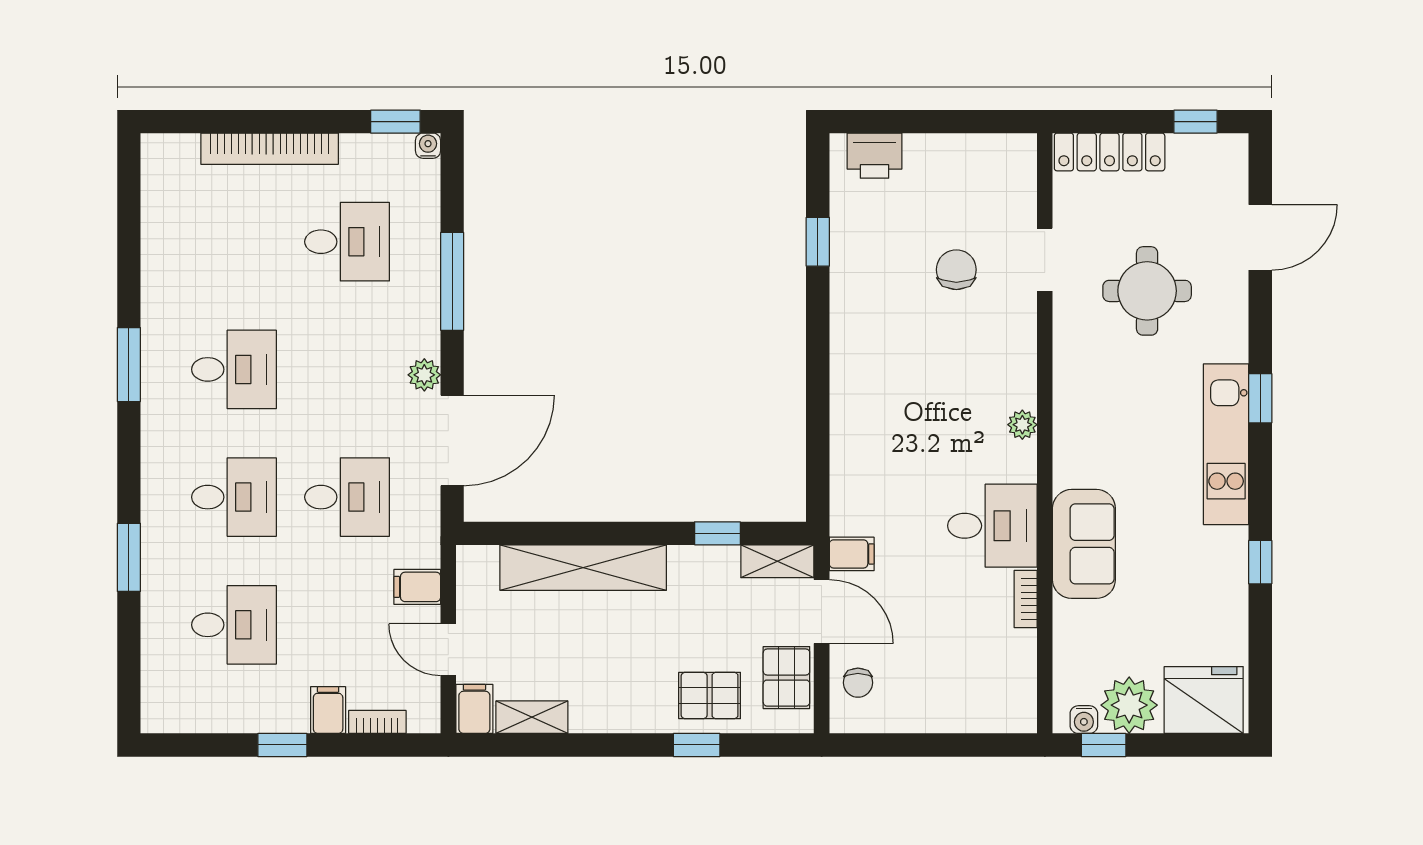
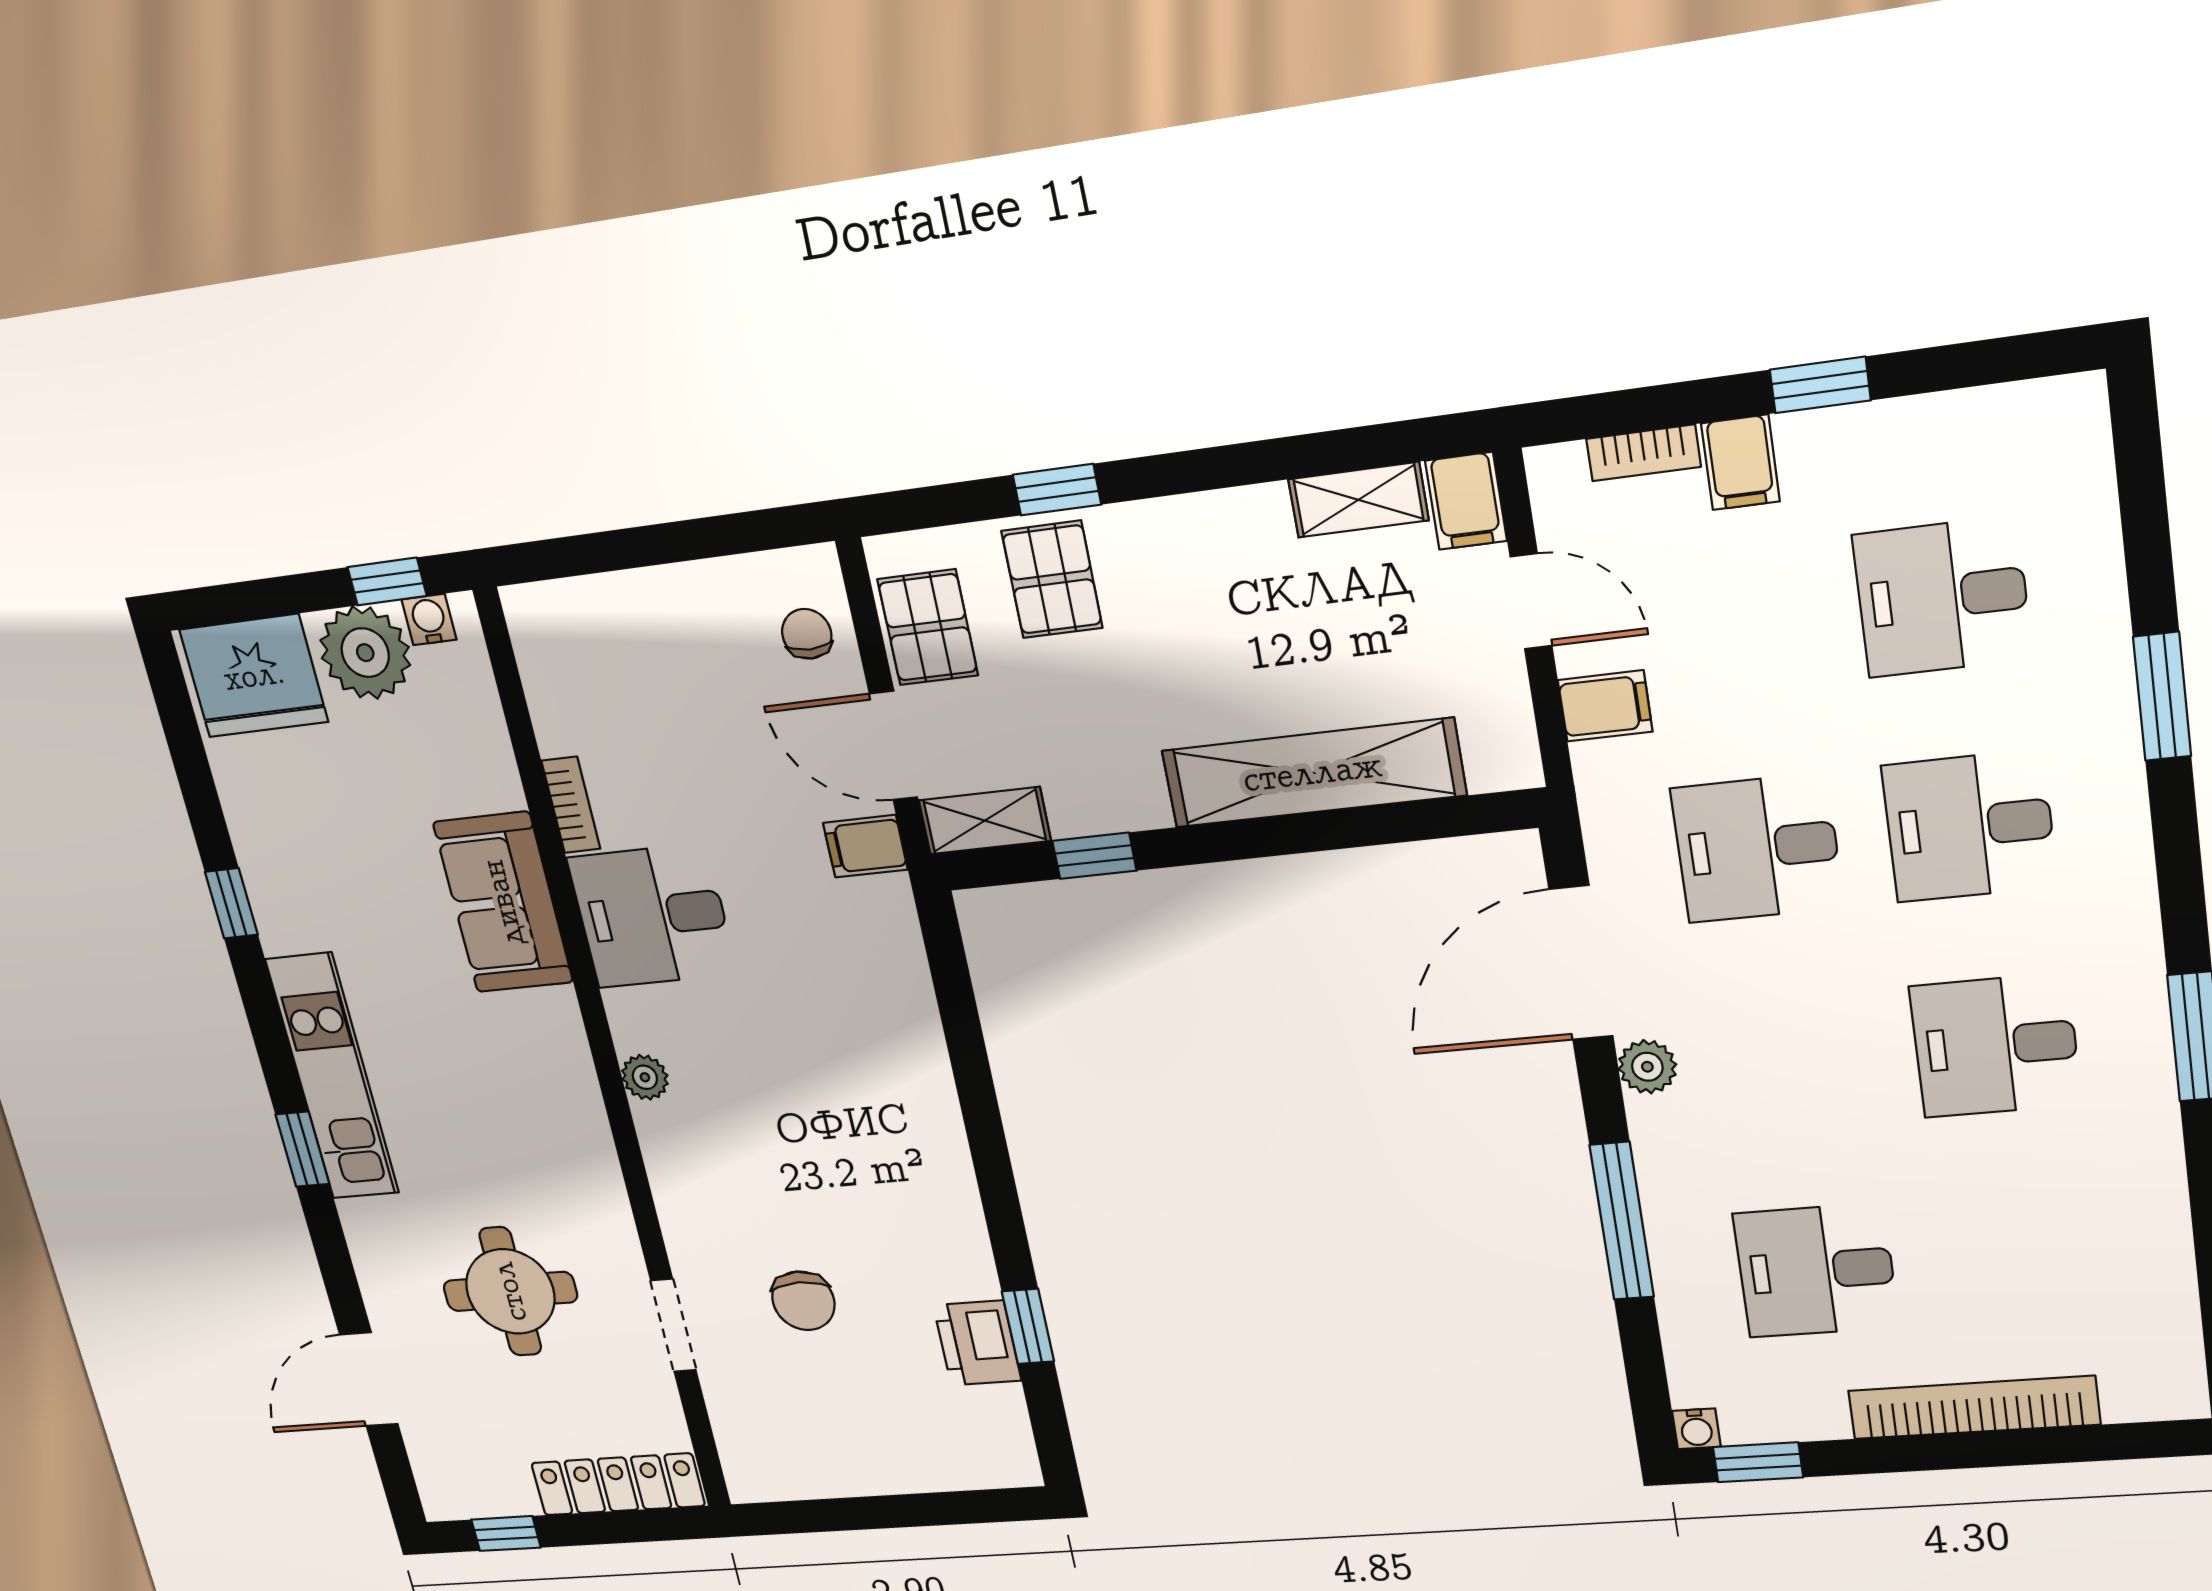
printer: (875, 156) -> (977, 1343), moved, turned -90
pallet: (710, 696) -> (1052, 579), turned 90

